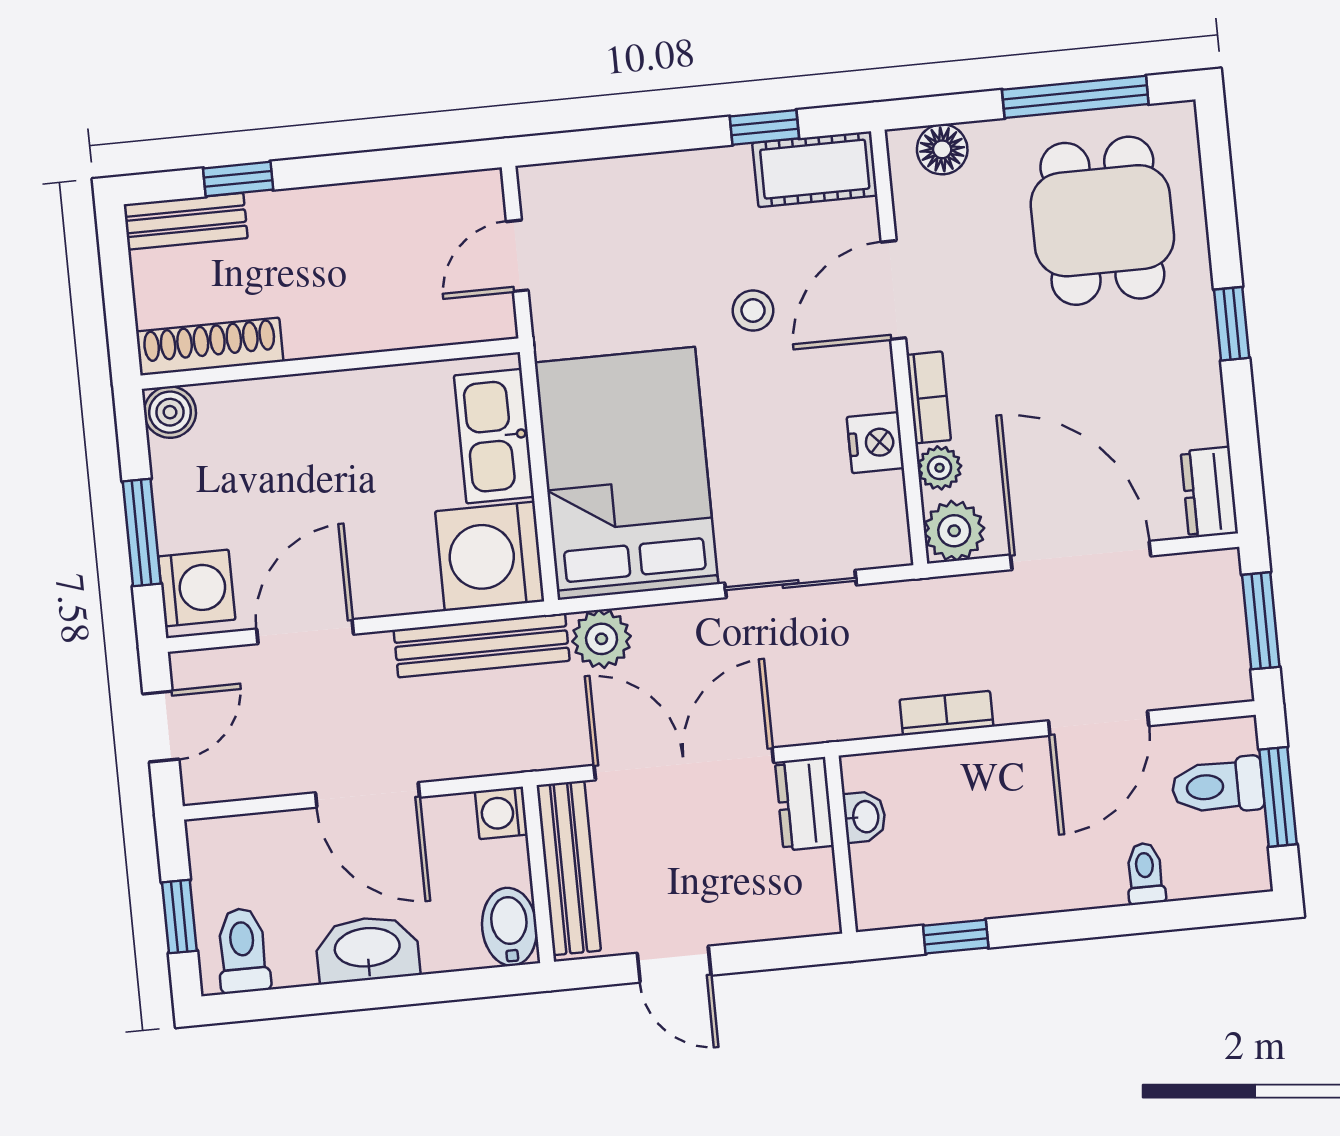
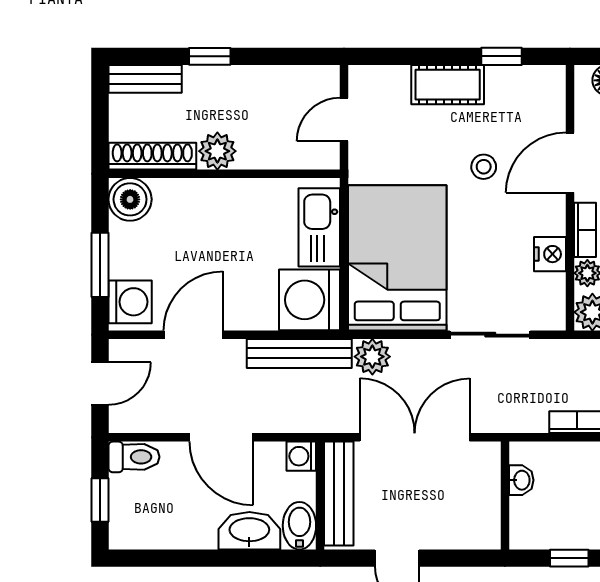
cot: (815, 169) -> (448, 85), moved
window: (238, 179) -> (210, 56), moved
plant: (315, 328) -> (217, 151), added
boiler: (170, 412) -> (130, 199), width x1.36, depth x1.36
dresser: (804, 804) -> (485, 469), removed
washbasin: (367, 949) -> (249, 531), moved
toilet: (243, 950) -> (134, 457), moved, turned 90

